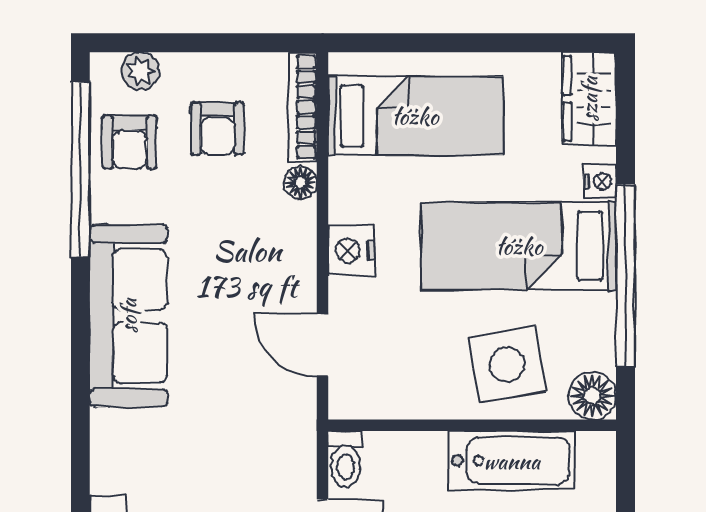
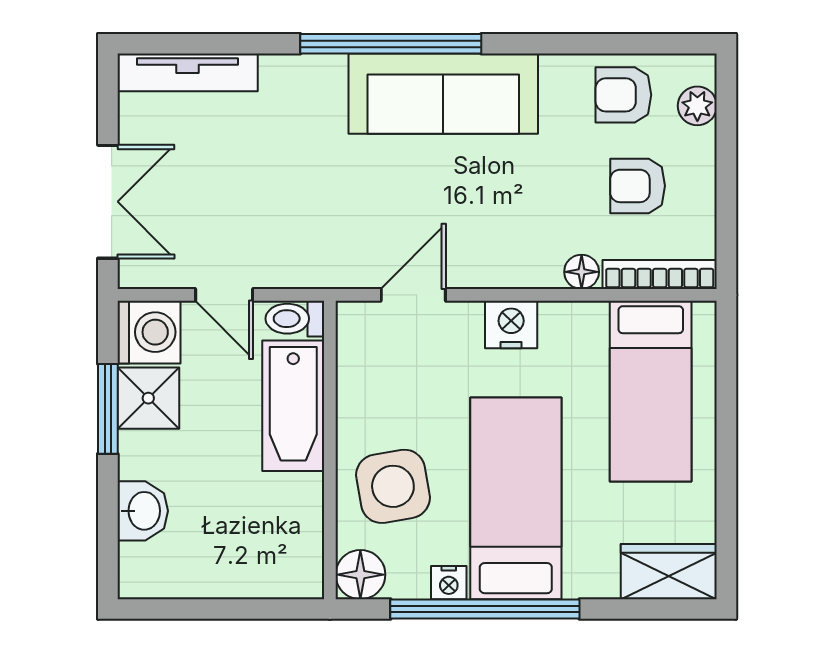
window: (80, 169) -> (391, 44), moved
nightstand: (600, 181) -> (449, 583), moved
bathtub: (512, 461) -> (293, 406), moved

